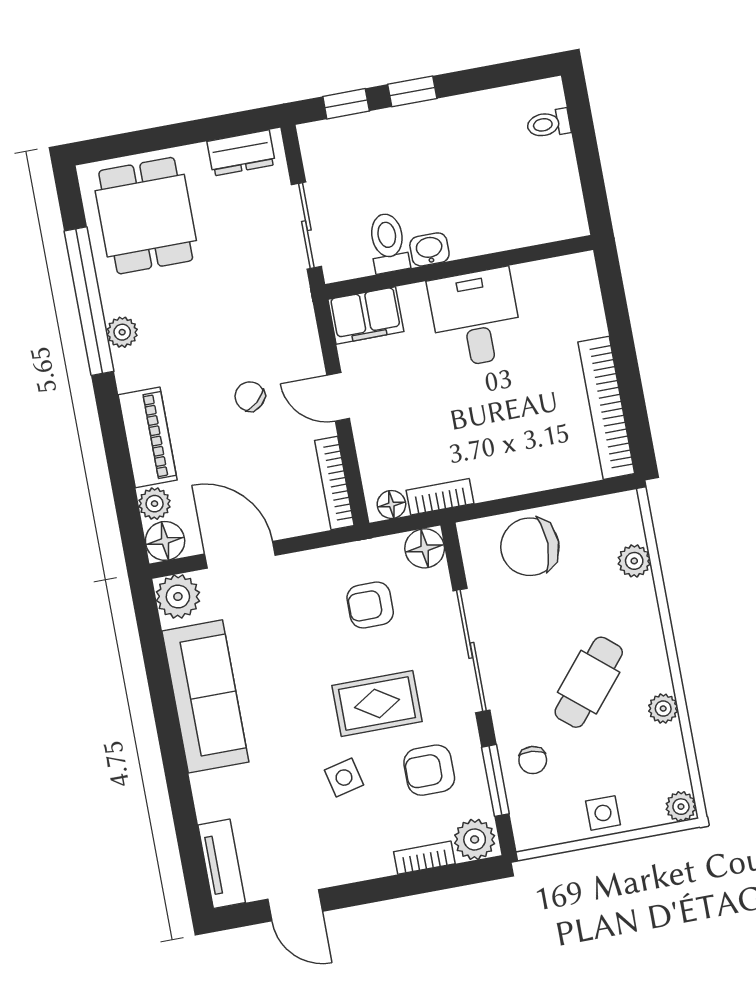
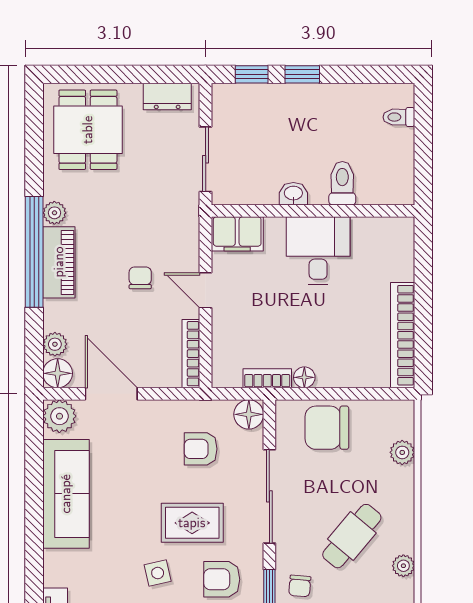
toilet: (388, 243) -> (342, 183), moved
window: (89, 301) -> (34, 252), moved
chair: (250, 396) -> (140, 278), turned 41
piano: (148, 437) -> (59, 262), moved
floor lamp: (391, 504) -> (304, 377), moved

